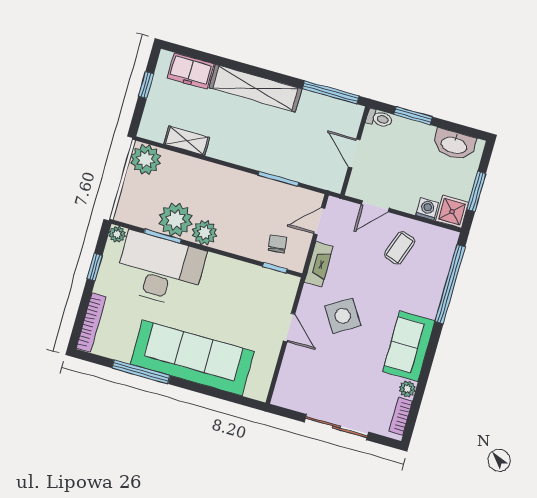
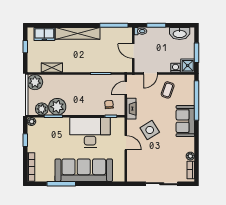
plant: (205, 233) -> (42, 109), moved
desk: (160, 269) -> (90, 132), moved
sofa: (409, 346) -> (185, 121), moved

